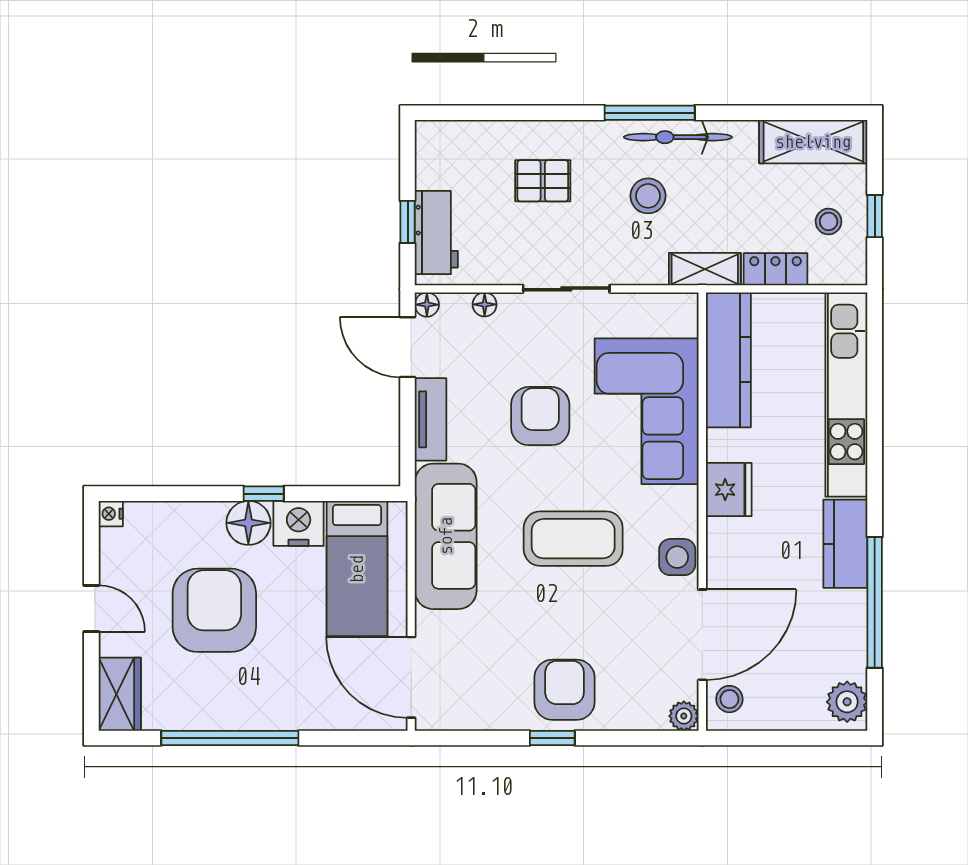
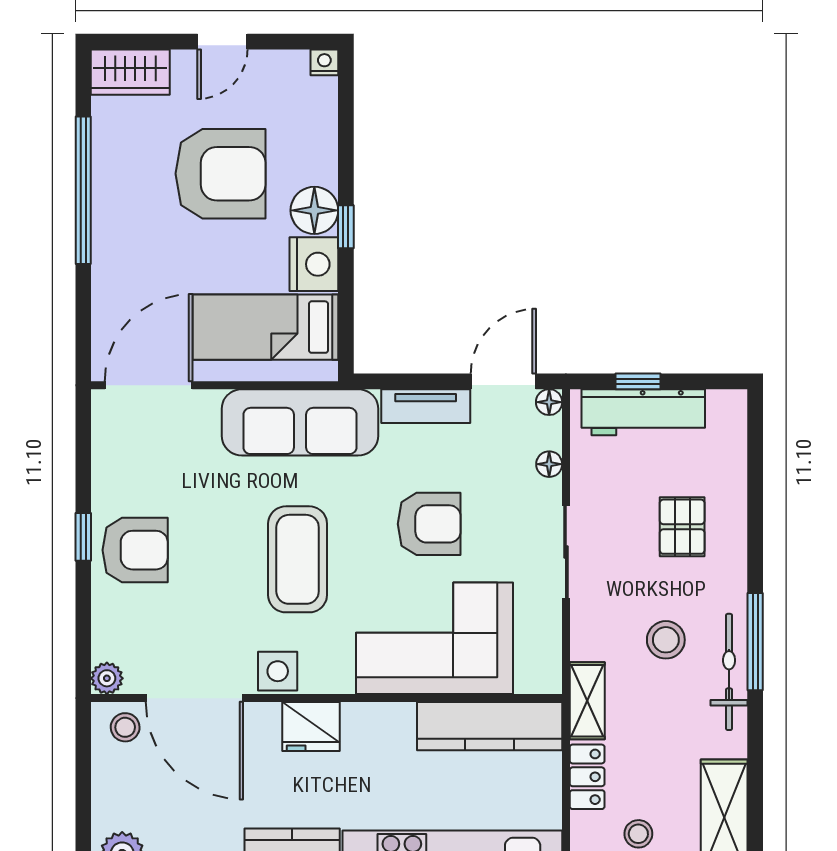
workbench: (436, 233) -> (643, 412), width x1.38
fridge: (729, 490) -> (311, 727), moved

